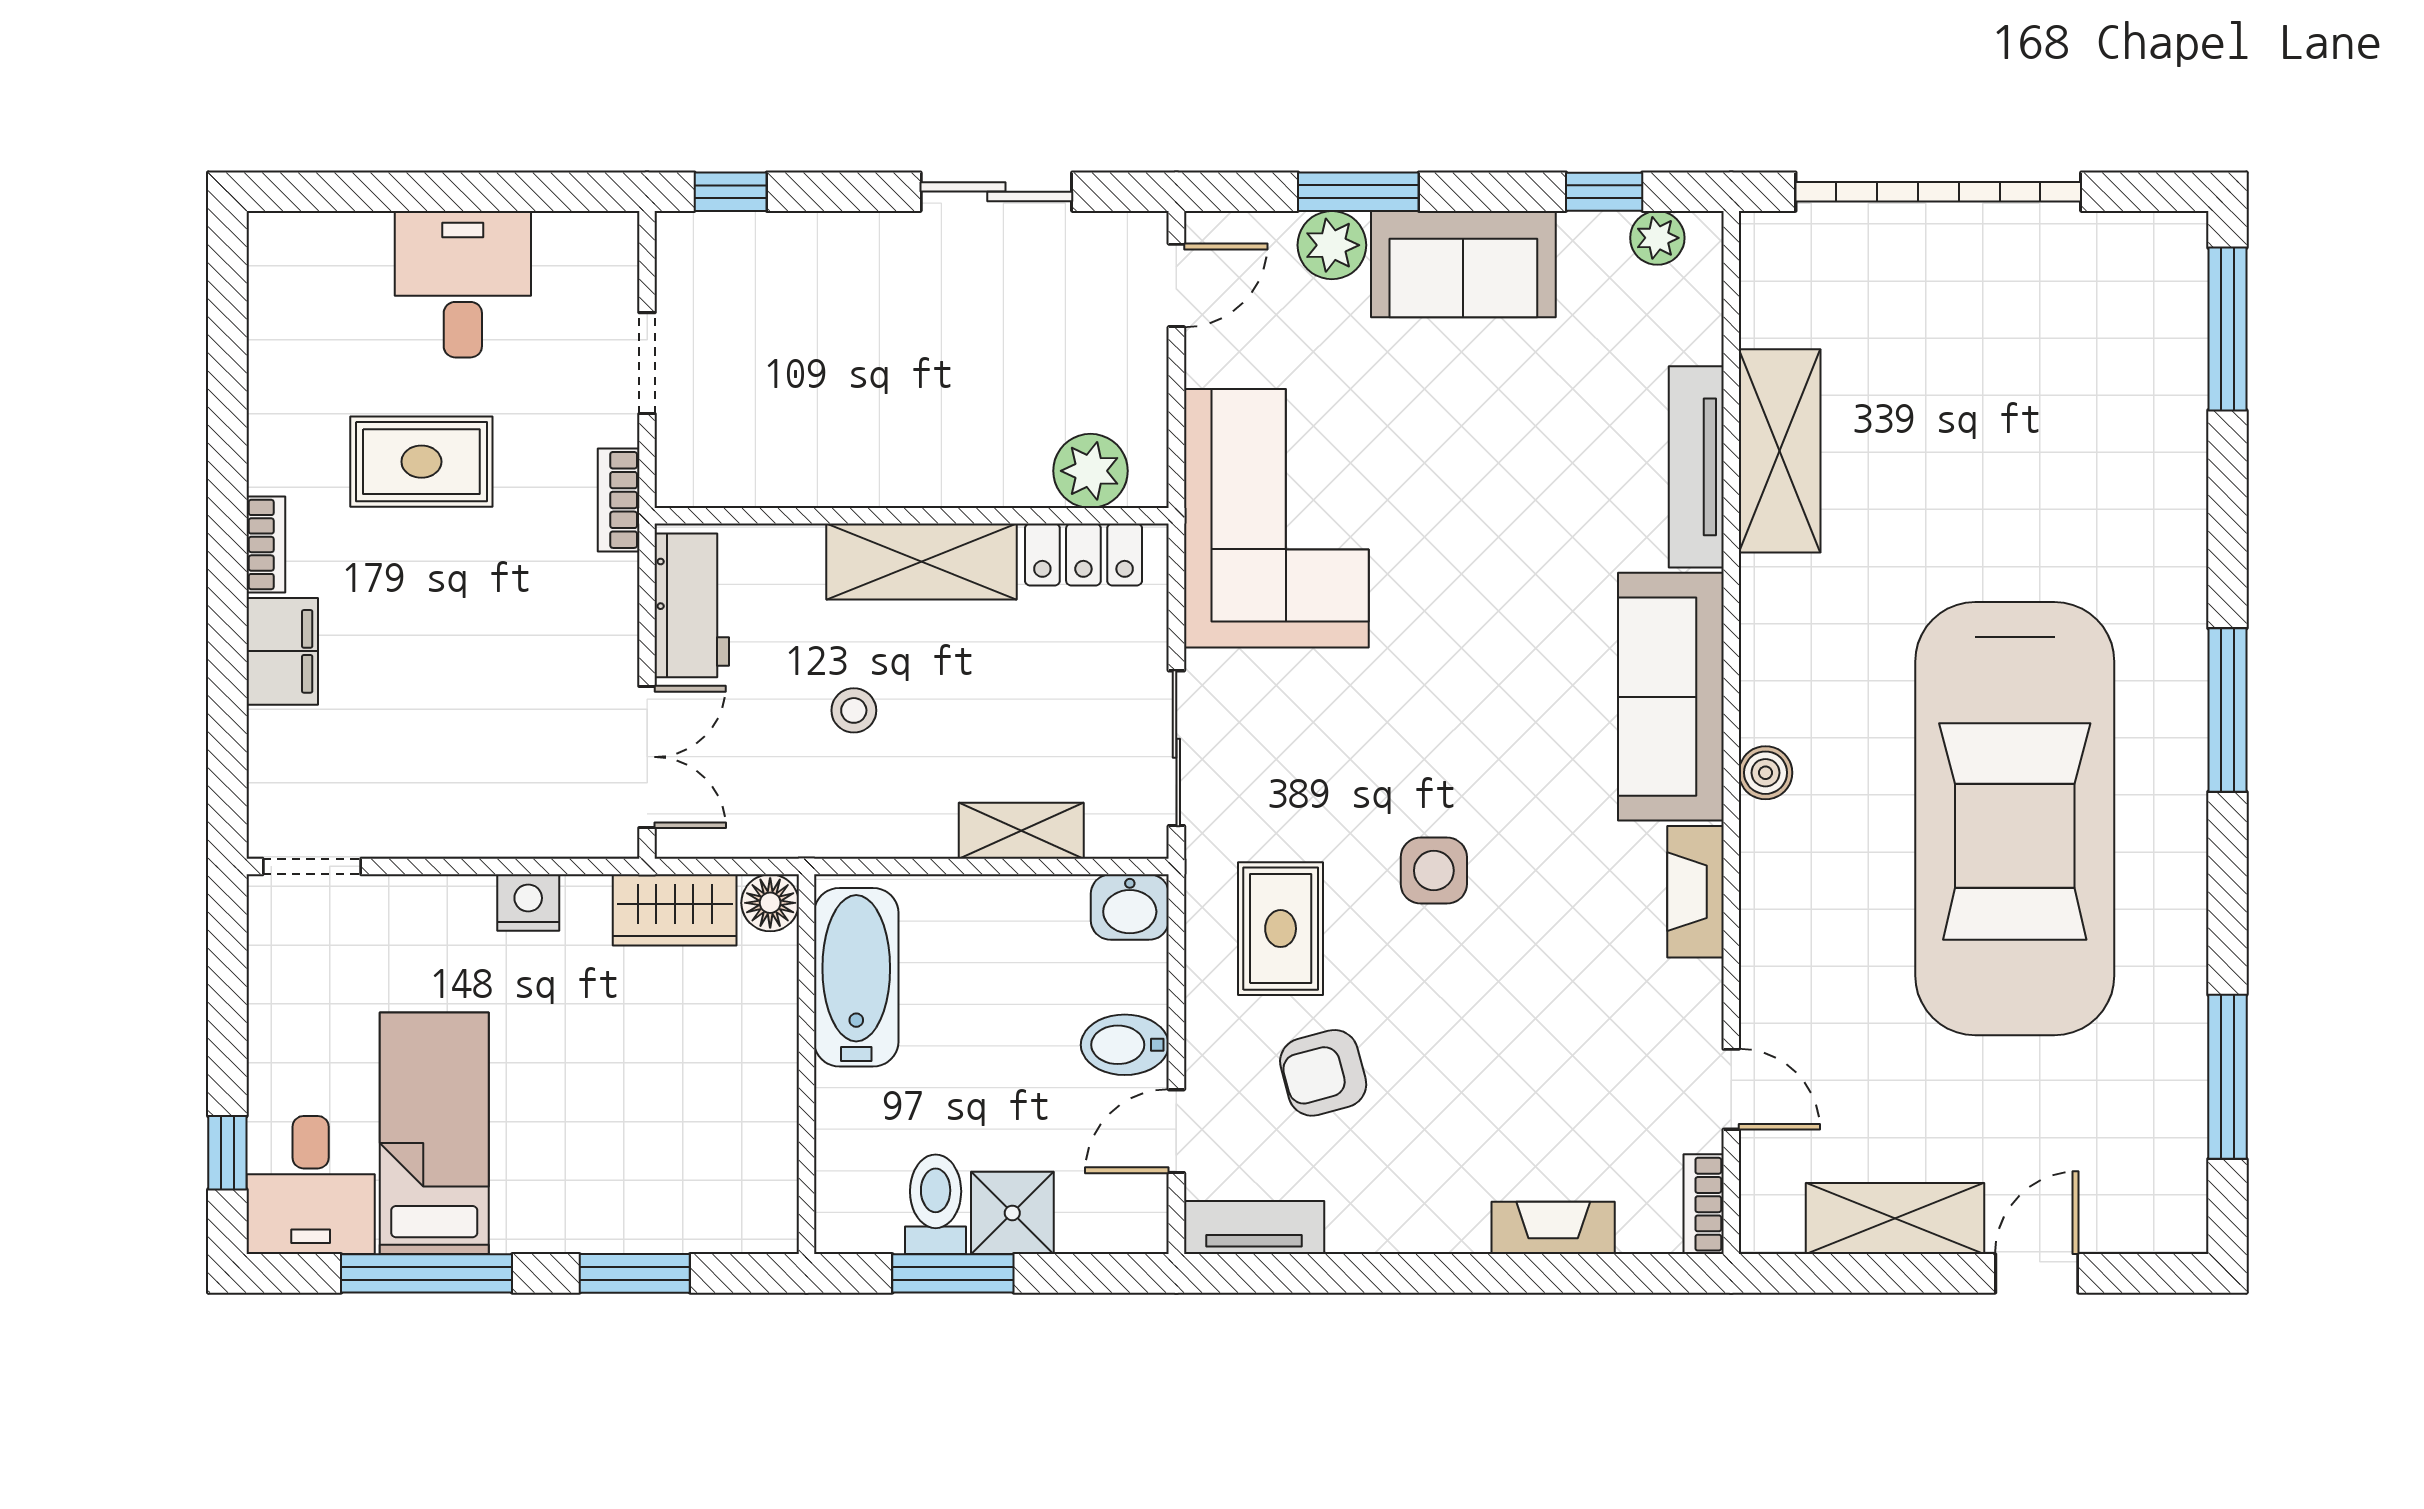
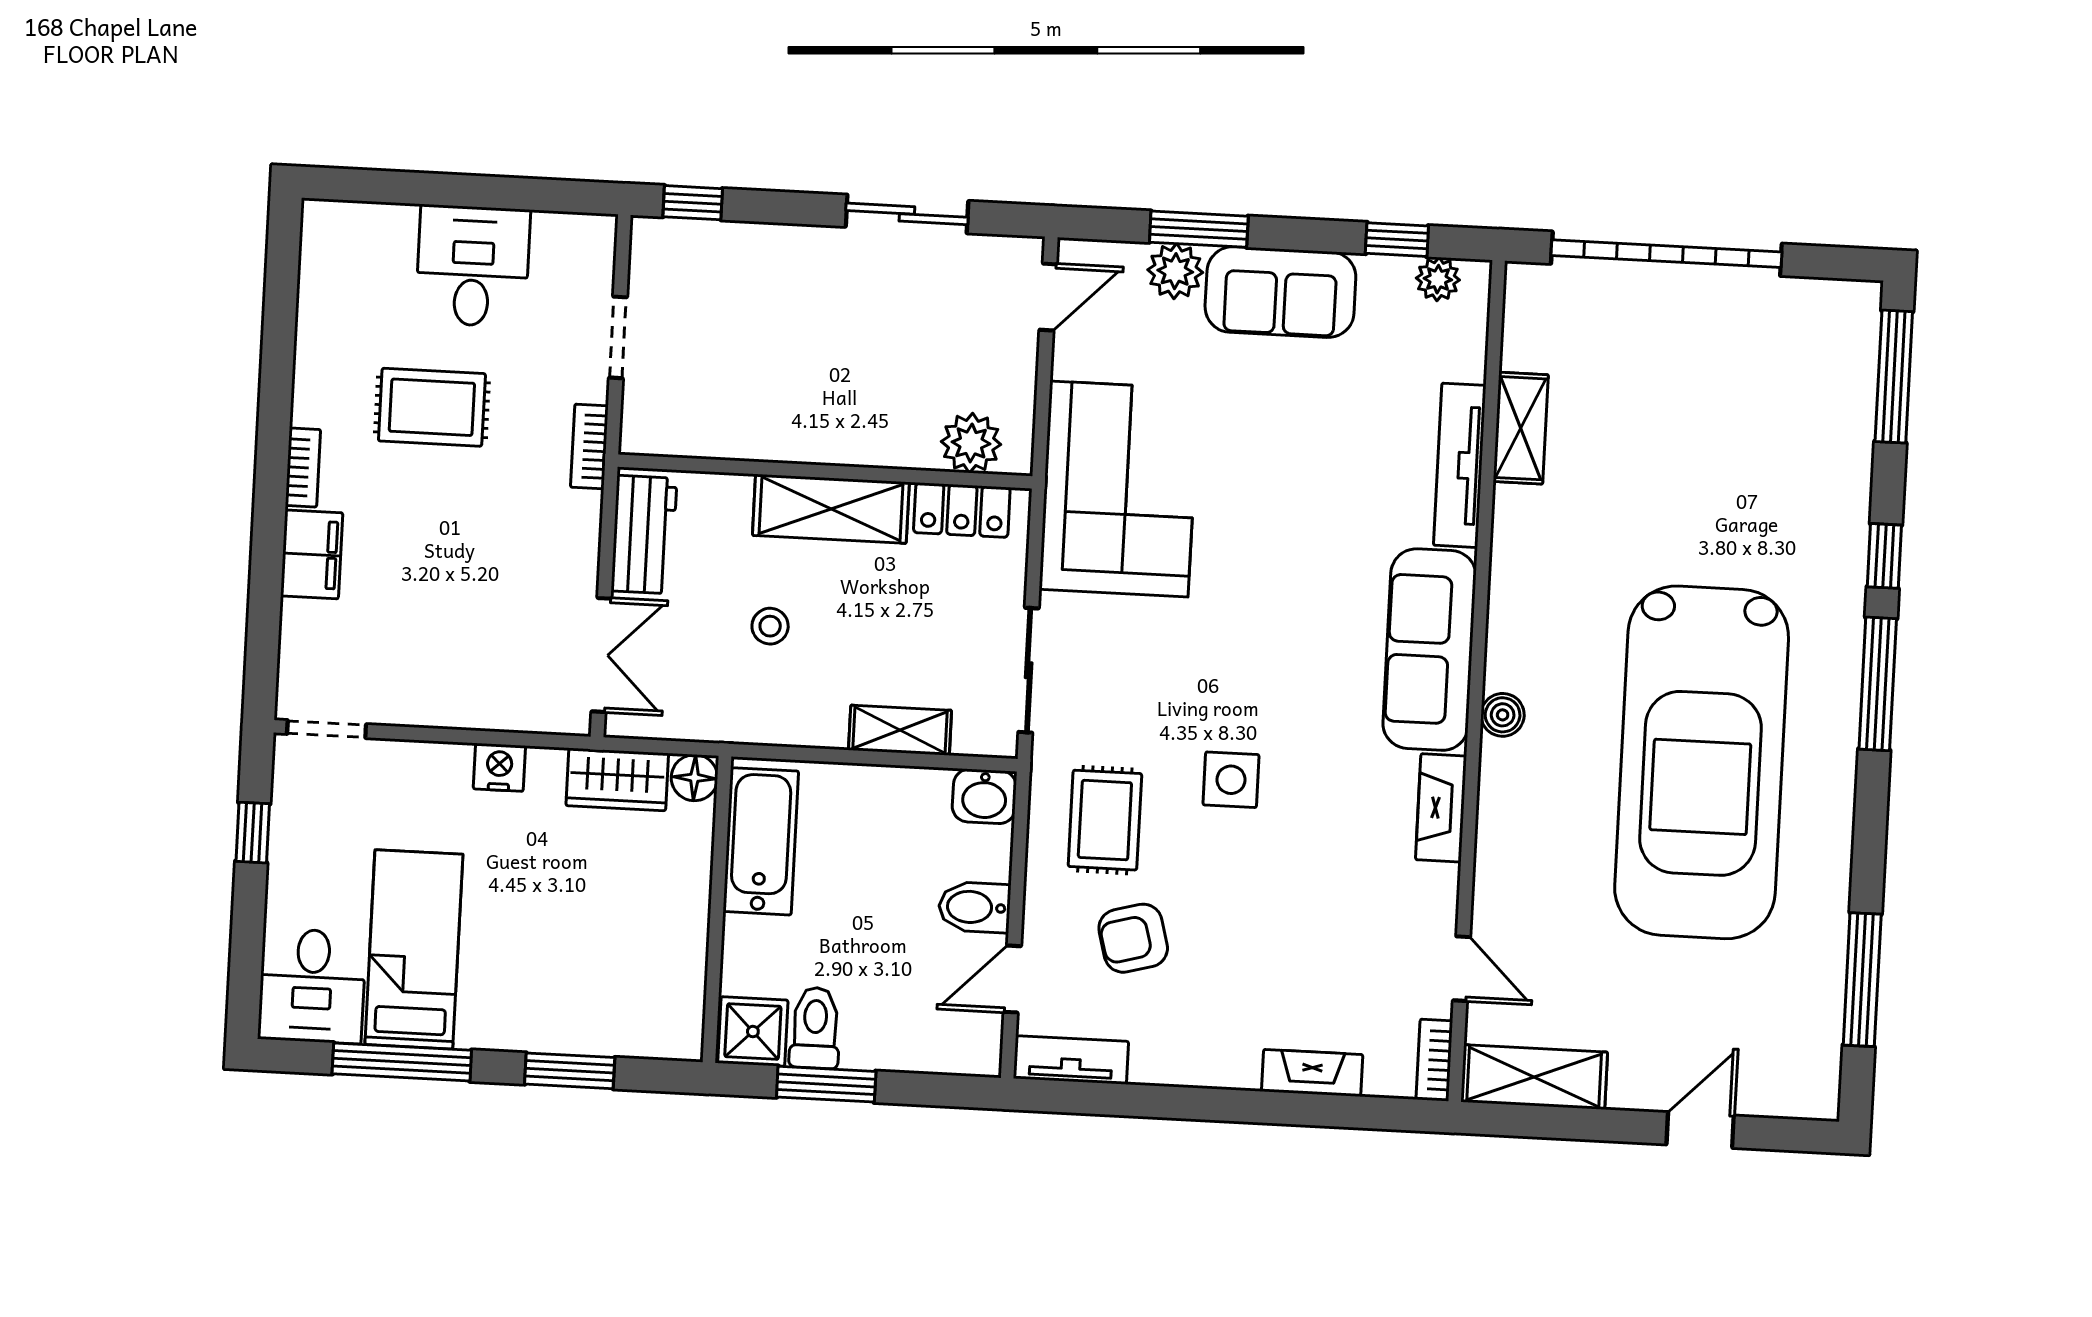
shelving: (1780, 451) -> (1521, 428), width x0.67, depth x0.75
window: (2227, 551) -> (1884, 556), added
window: (227, 1153) -> (253, 833), moved
shower: (1012, 1213) -> (753, 1032), moved
shelving: (1895, 1219) -> (1534, 1077), moved

